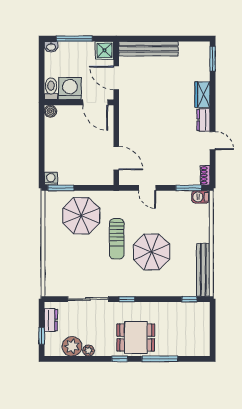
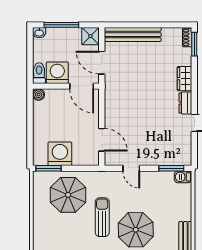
shoe rack: (205, 175) -> (187, 37), moved
washing machine: (51, 179) -> (60, 154), moved, width x1.89, depth x1.89
sun lounger: (117, 239) -> (102, 217), turned 180

